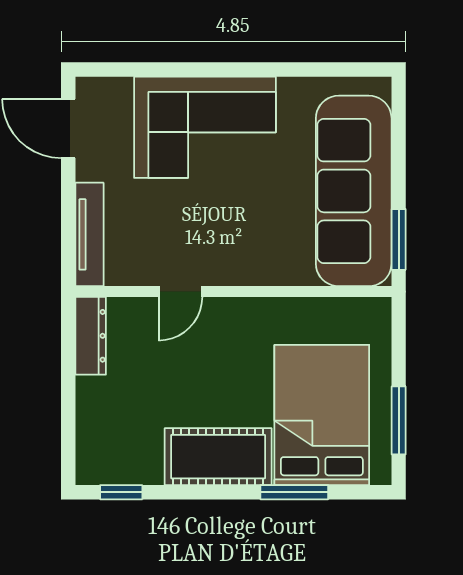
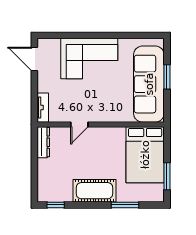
tv unit: (89, 234) -> (43, 108), width x0.71
window: (399, 239) -> (167, 77), moved
bed: (322, 415) -> (145, 155), moved, turned 180

